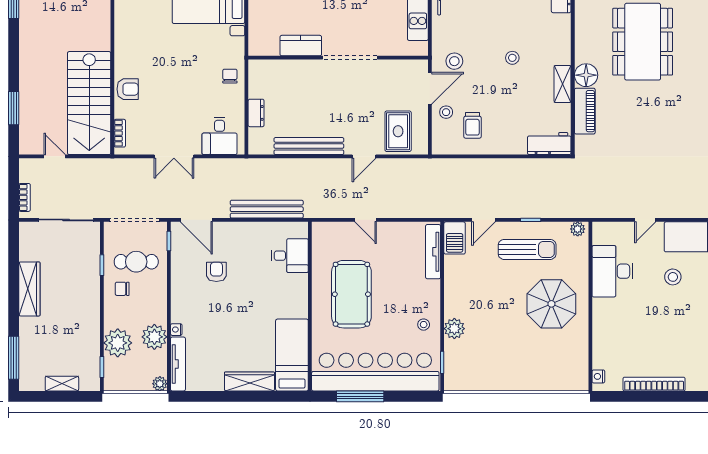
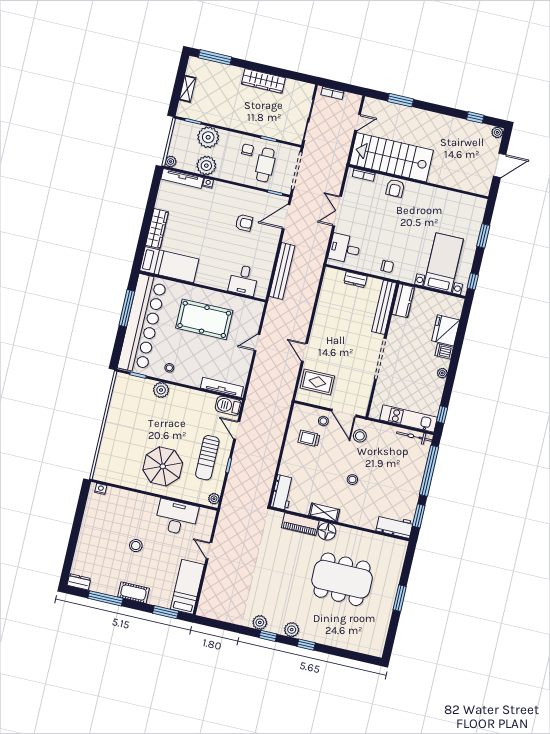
kitchen counter: (301, 46) -> (403, 301), moved
bench: (309, 146) -> (384, 307), moved
stool: (673, 277) -> (136, 546), moved
bookcase: (654, 384) -> (86, 529), removed

